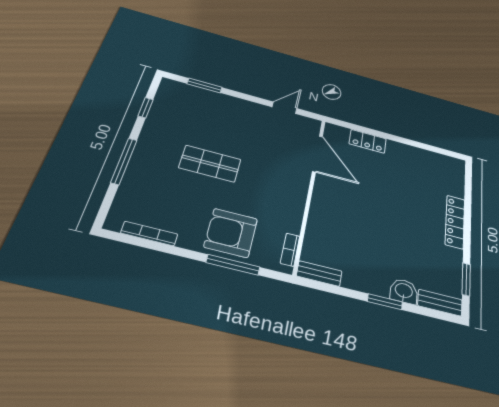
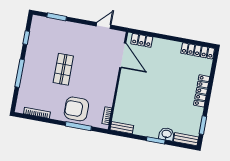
locker: (368, 141) -> (142, 40), moved
locker: (439, 161) -> (198, 51), added
shop shelf: (210, 164) -> (63, 69), turned 90

